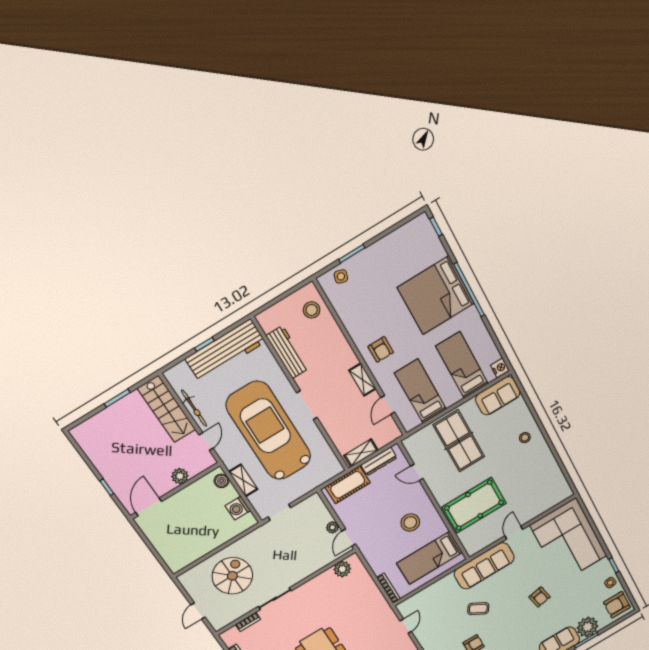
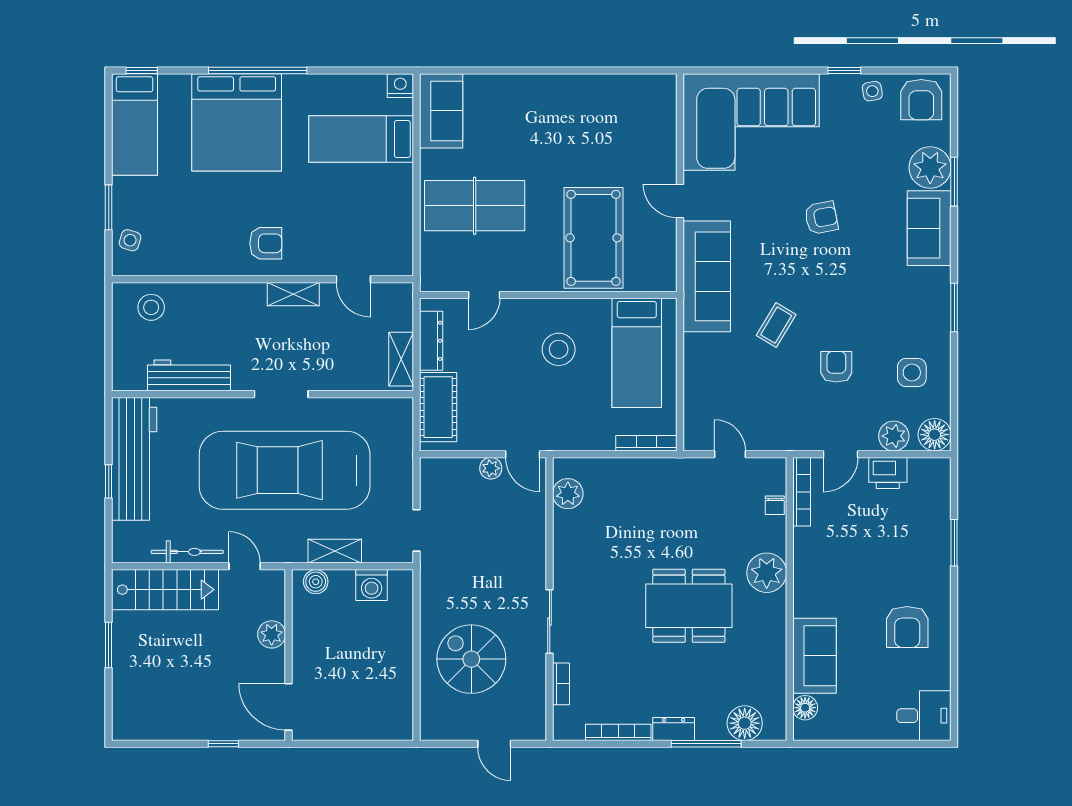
bed: (420, 391) -> (135, 125), moved, turned -90
stool: (525, 438) -> (533, 104), removed

